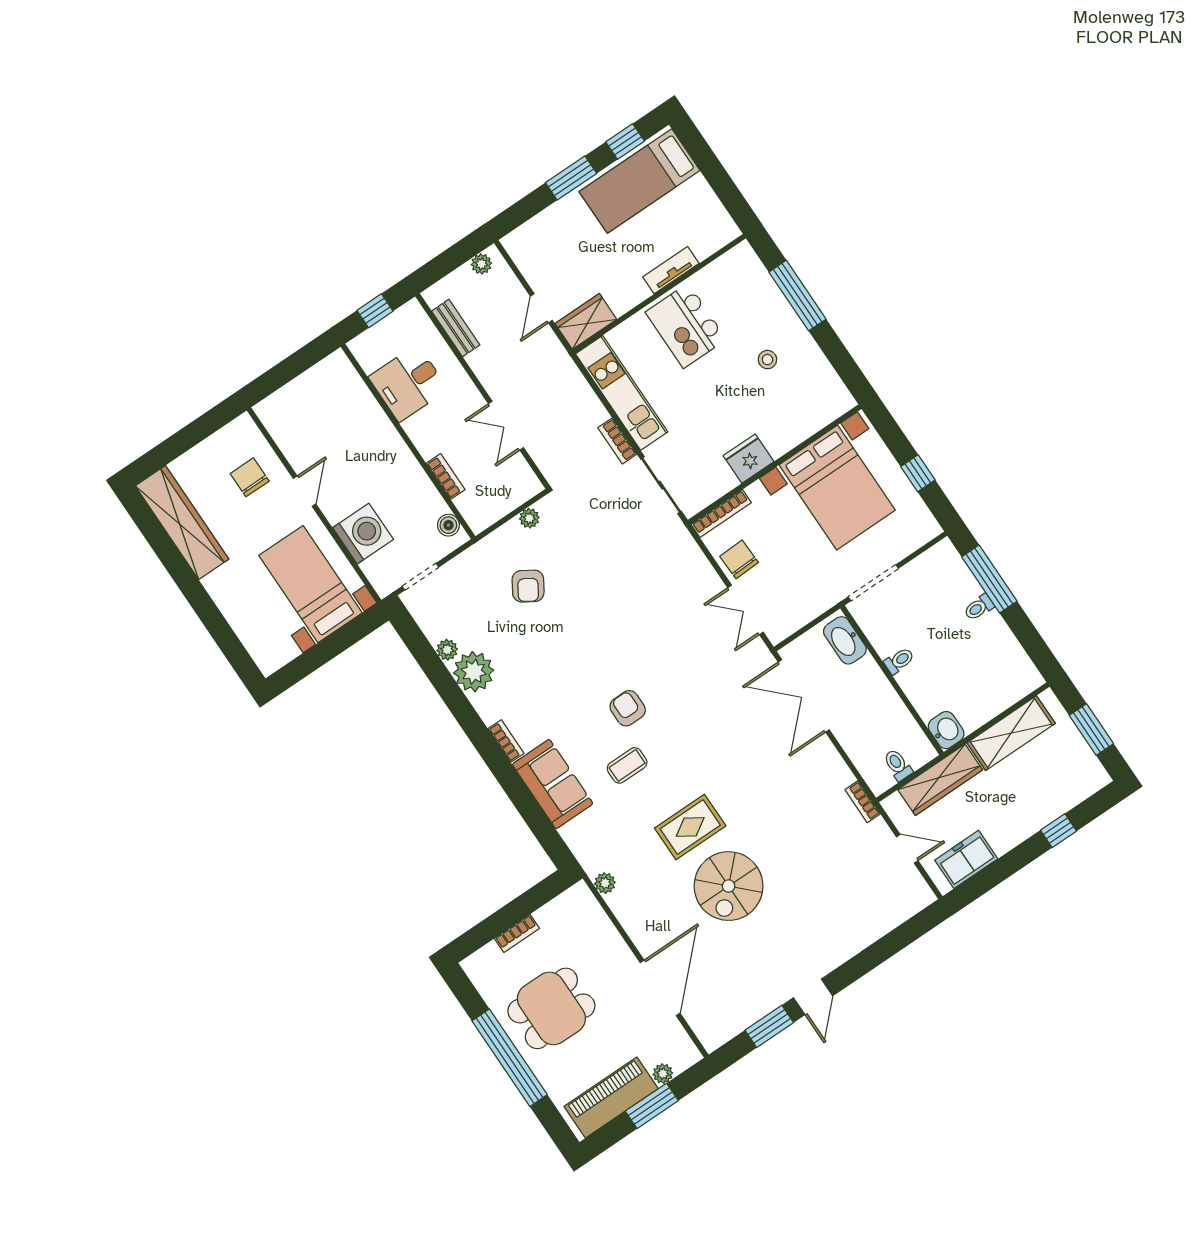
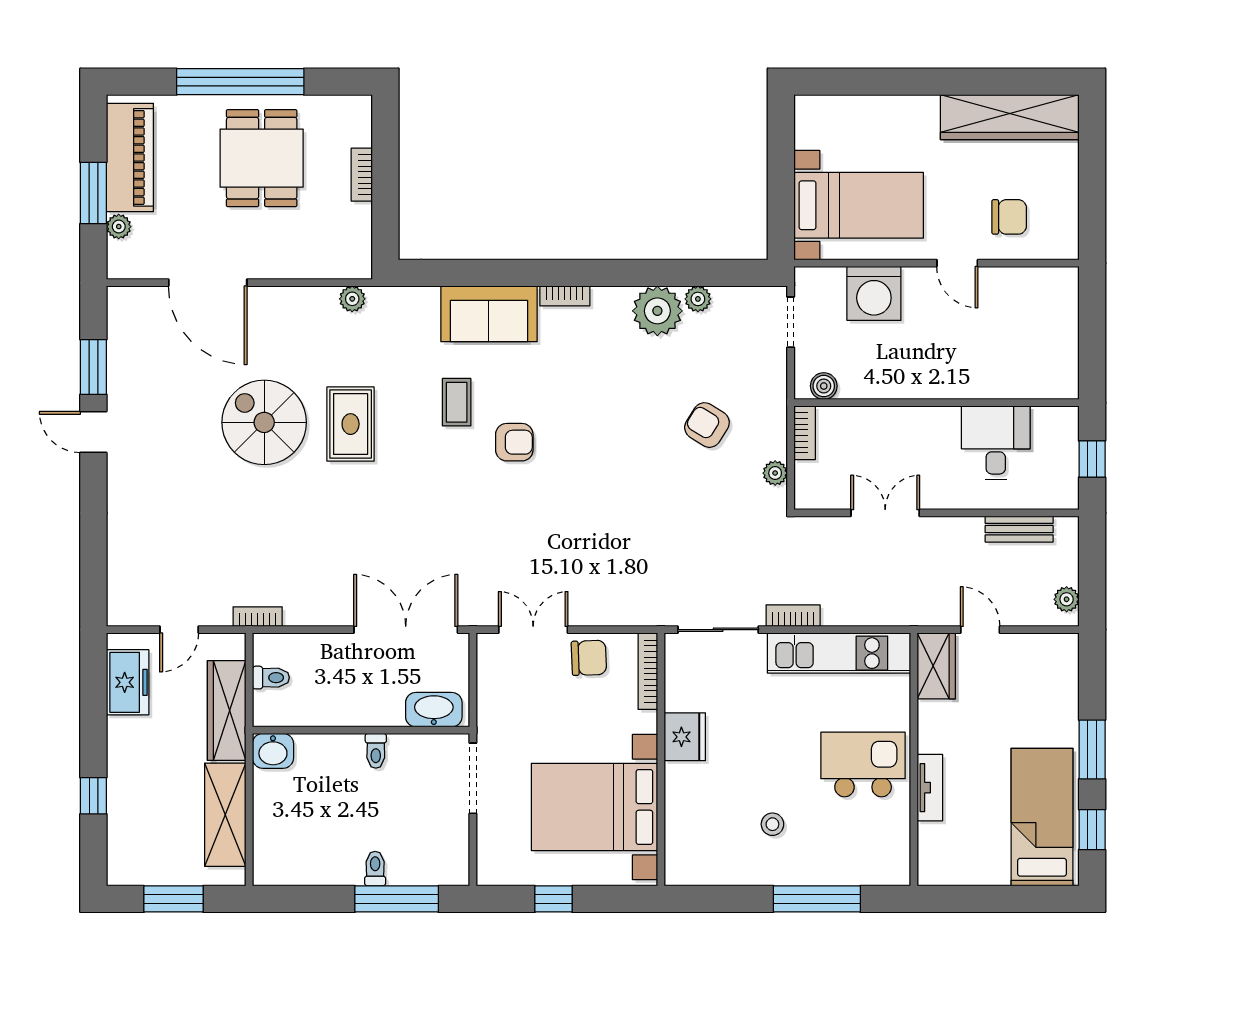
bookcase: (446, 476) -> (805, 433), moved, turned -90

